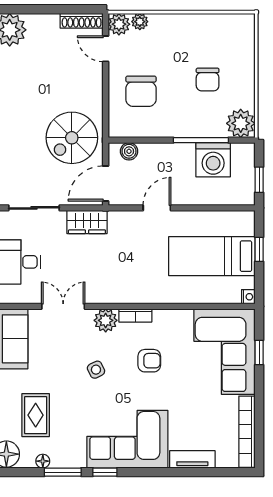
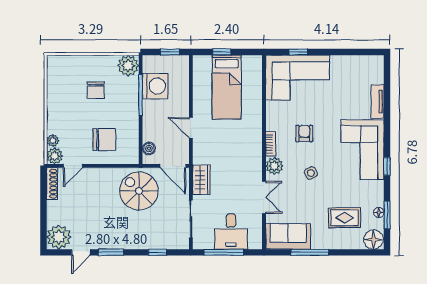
chair: (208, 80) -> (96, 90), turned 90
spiral stairs: (72, 138) -> (139, 191), turned 180
nightstand: (248, 297) -> (257, 60), removed
double door: (63, 306) -> (264, 197), swing flipped
bookcase: (247, 432) -> (357, 61), removed
window: (63, 472) -> (387, 215), moved

